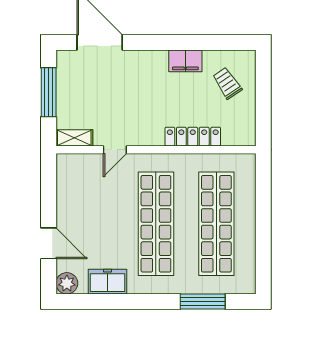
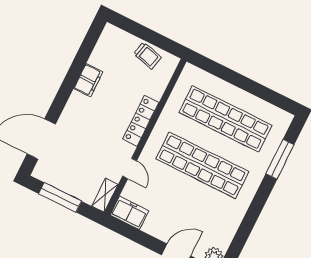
trolley: (227, 83) -> (147, 55), moved, turned -132
locker: (193, 137) -> (141, 121), moved
freezer: (107, 282) -> (129, 213), moved, turned 90

